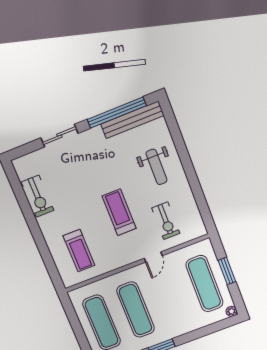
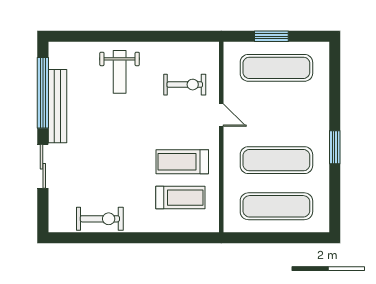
bench: (132, 120) -> (57, 106), moved
weight bench: (156, 167) -> (120, 72), turned 90
treadmill: (119, 212) -> (182, 162), moved
plant: (232, 311) -> (323, 48), removed

